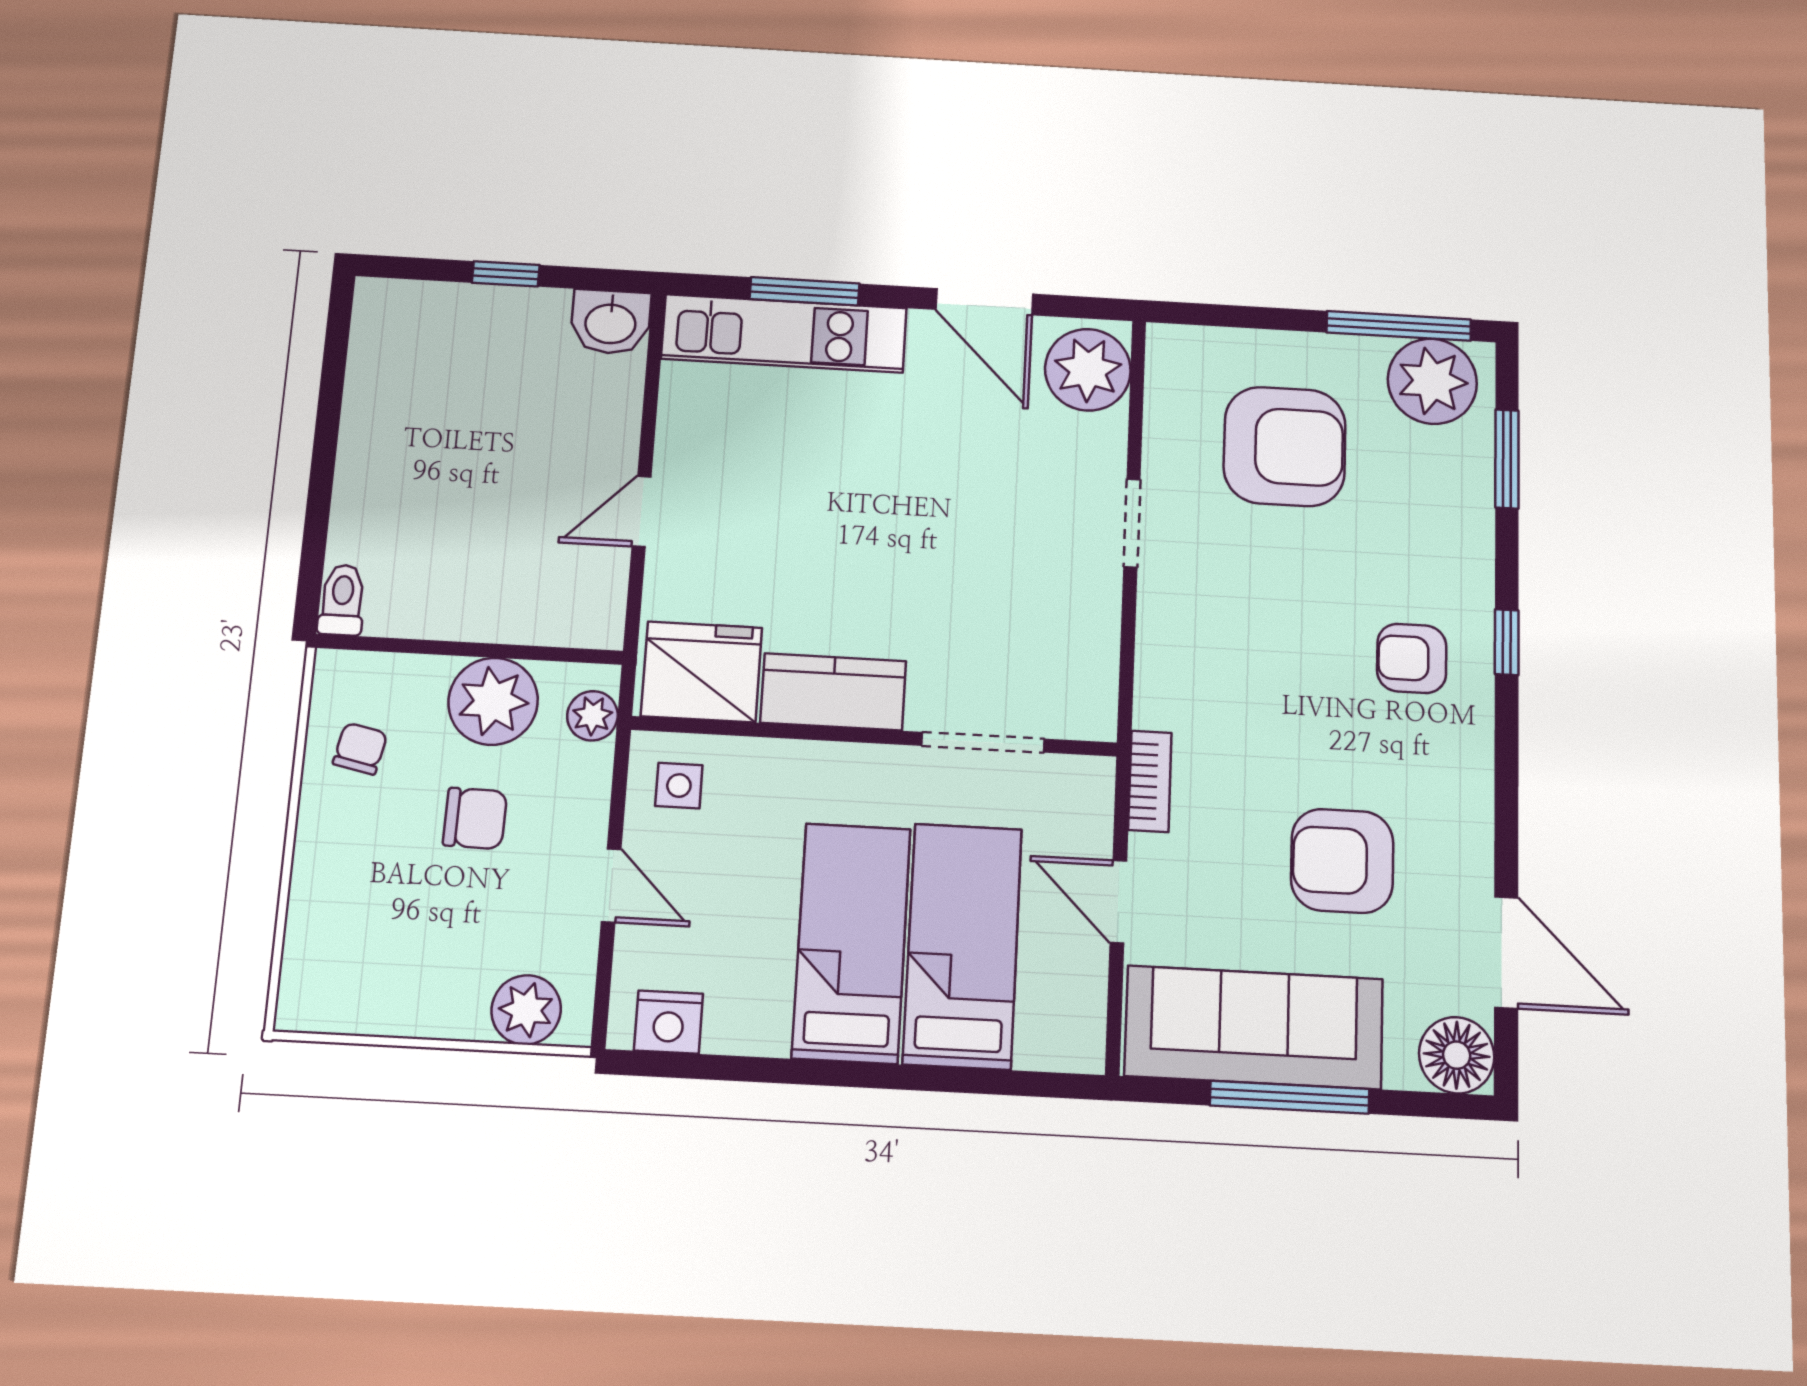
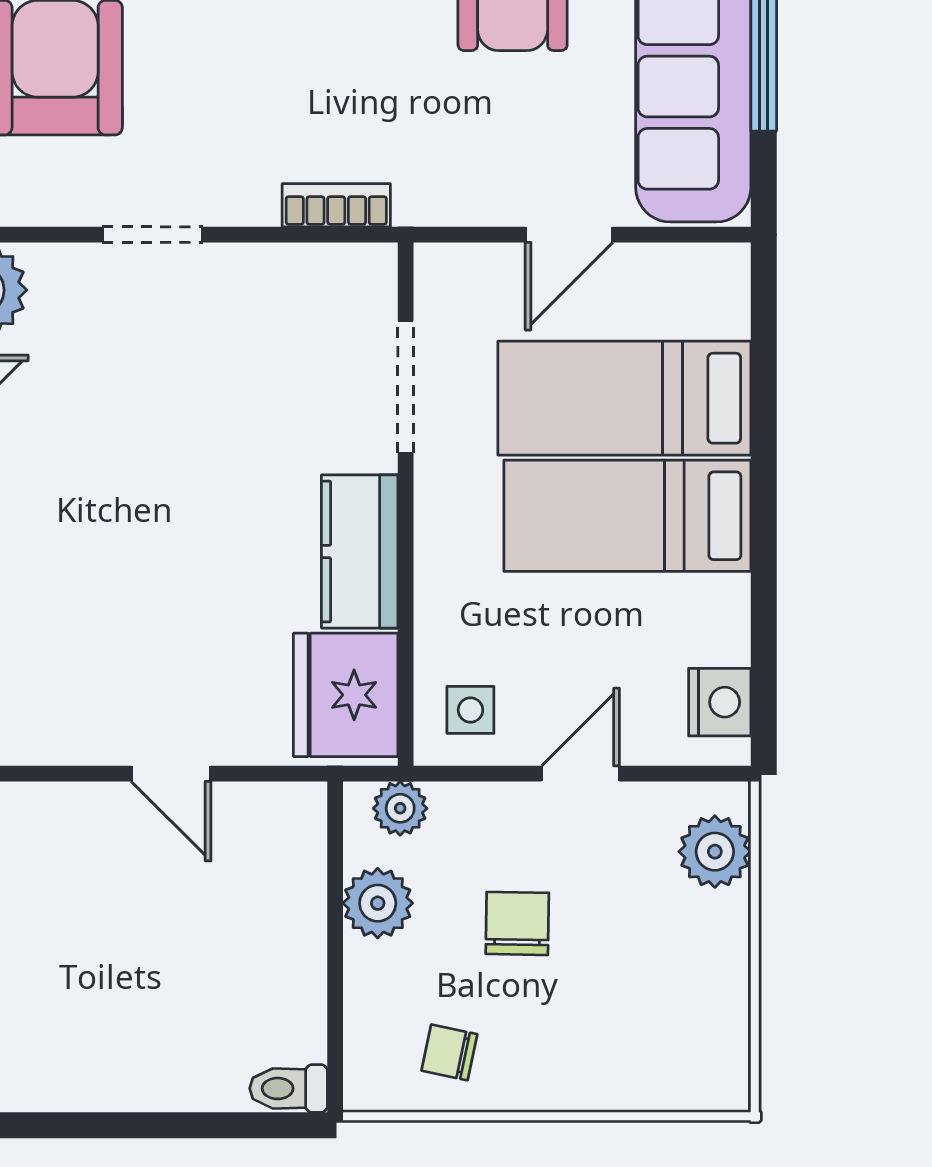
plant: (493, 701) -> (378, 903), width x0.73, depth x0.73
bookcase: (1150, 781) -> (336, 205), moved

